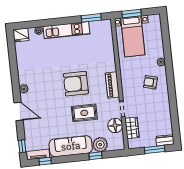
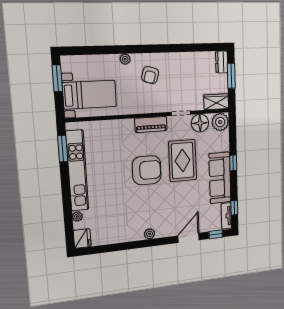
window: (132, 14) -> (57, 78), moved
kitchen unit: (66, 30) -> (77, 171), width x1.36
armchair: (76, 84) -> (147, 170), turned -90
door: (18, 111) -> (189, 238), moved
rug: (84, 113) -> (183, 161), width x1.36, depth x1.43
wardrobe: (132, 128) -> (216, 102), moved
plant: (100, 145) -> (220, 122), moved
window: (95, 156) -> (233, 163), moved

